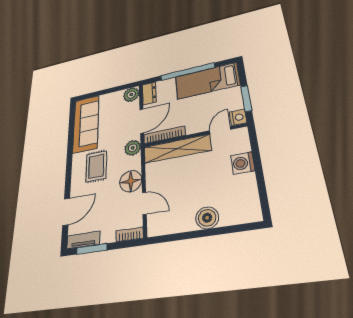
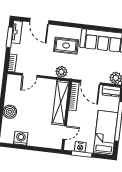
nightstand: (238, 117) -> (80, 147), moved
door: (220, 130) -> (65, 133), hinge flipped
plant: (133, 148) -> (61, 72), moved
washing machine: (243, 163) -> (21, 138), moved
floor lamp: (131, 181) -> (47, 68), removed

